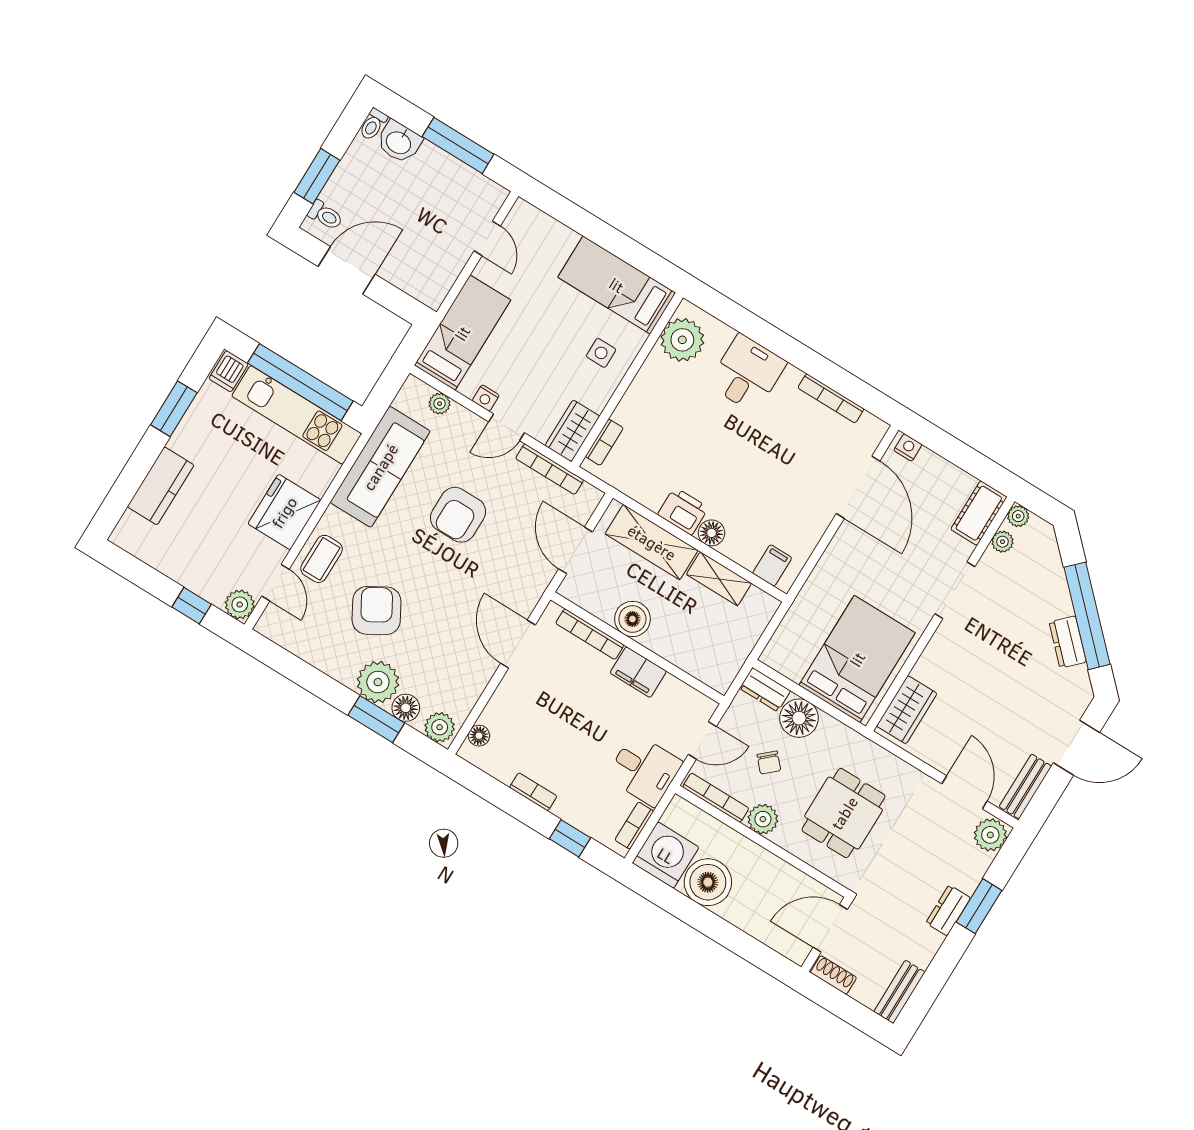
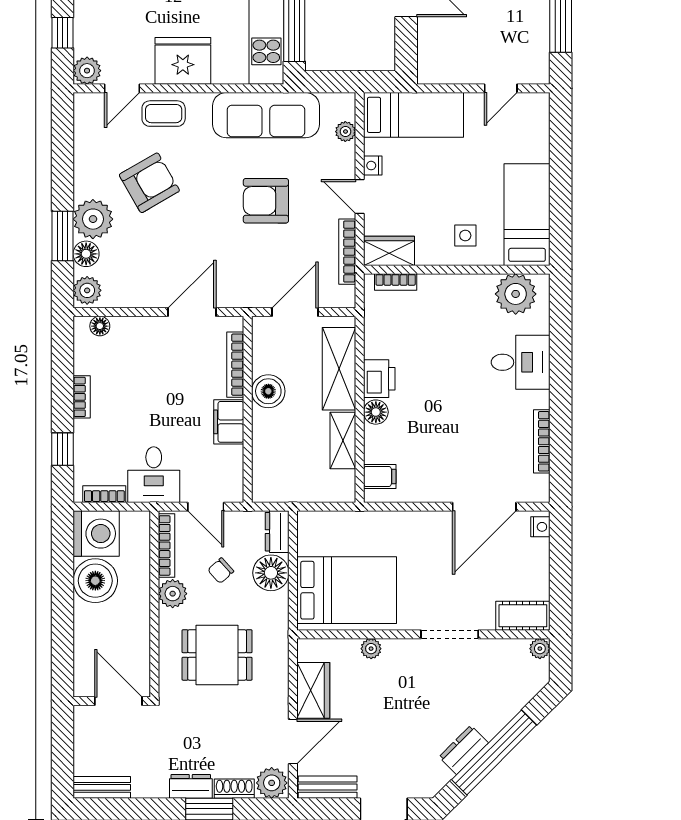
plant: (1003, 542) -> (371, 649), moved
wardrobe: (907, 710) -> (313, 690), moved, turned -90
shoe rack: (833, 975) -> (234, 789), moved, turned -90

